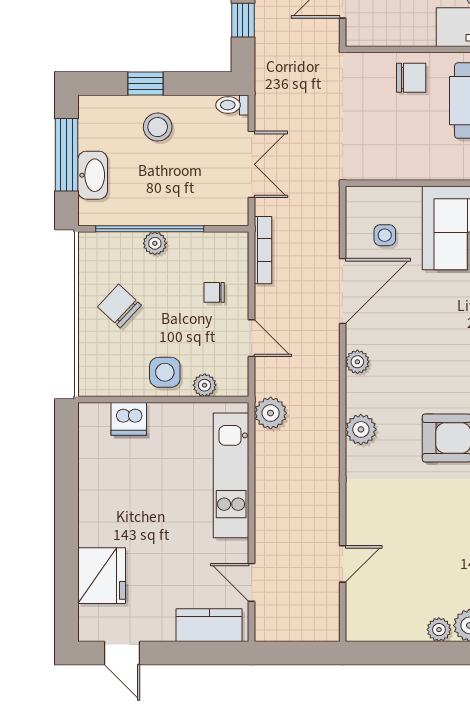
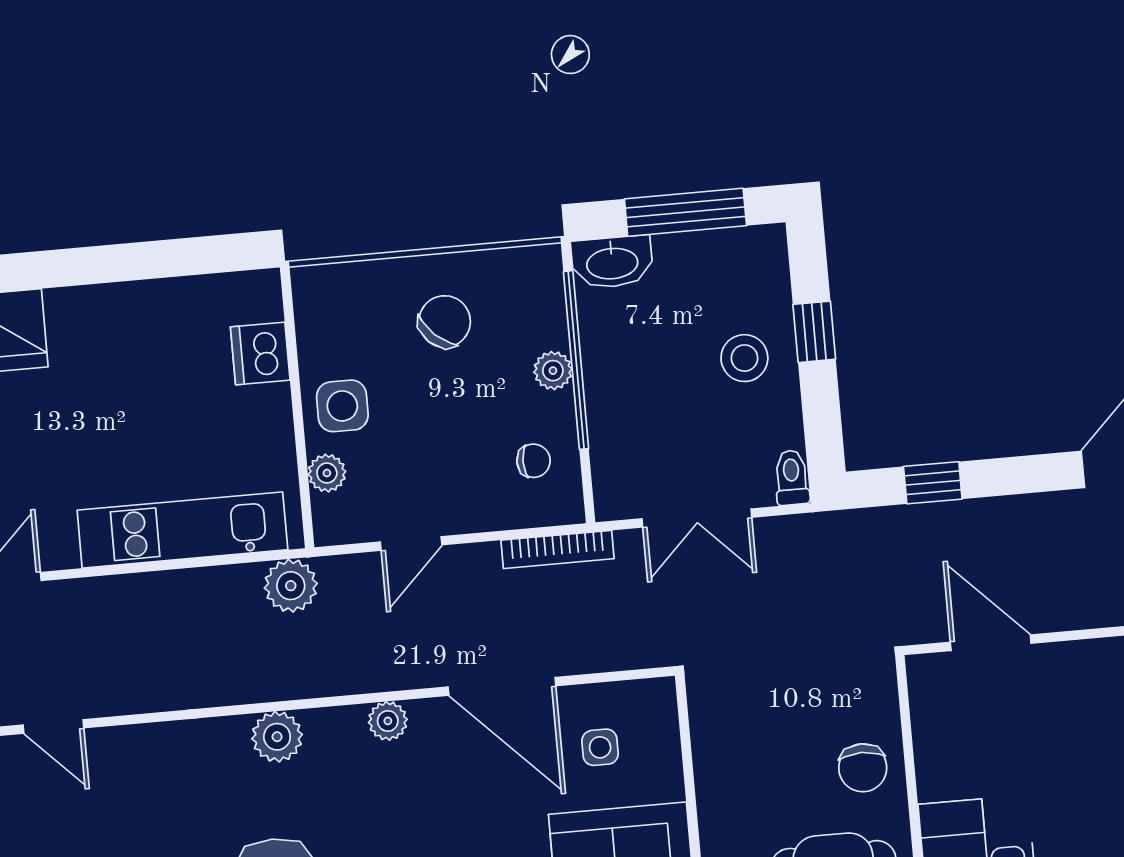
washbasin: (93, 175) -> (612, 262), moved
chair: (214, 292) -> (533, 461), moved, turned 90

